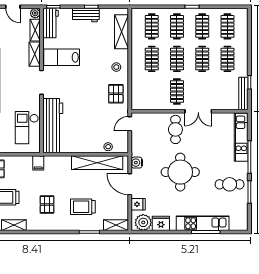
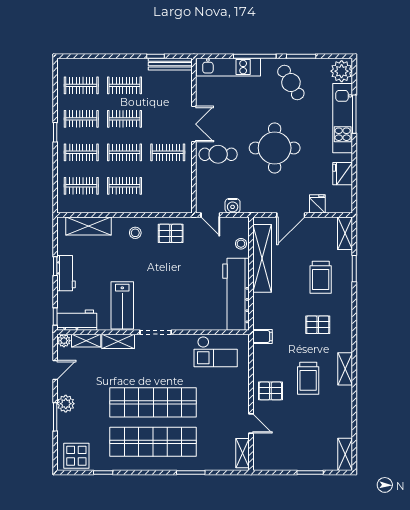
workbench: (53, 126) -> (236, 294), moved, turned -90
water cooler: (137, 163) -> (233, 206), moved
cafe table: (230, 184) -> (291, 82), turned -31
plant: (143, 222) -> (342, 71), moved

